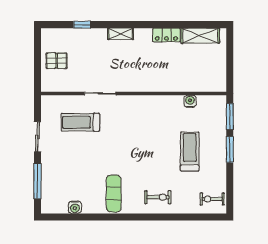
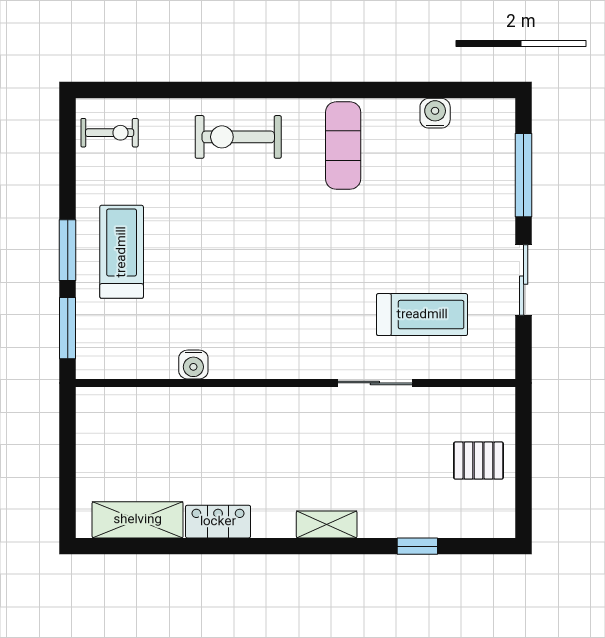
water cooler: (190, 101) -> (193, 365), moved
treadmill: (190, 151) -> (122, 252), moved, turned 180
exercise bike: (158, 197) -> (238, 137), width x1.38, depth x1.39

